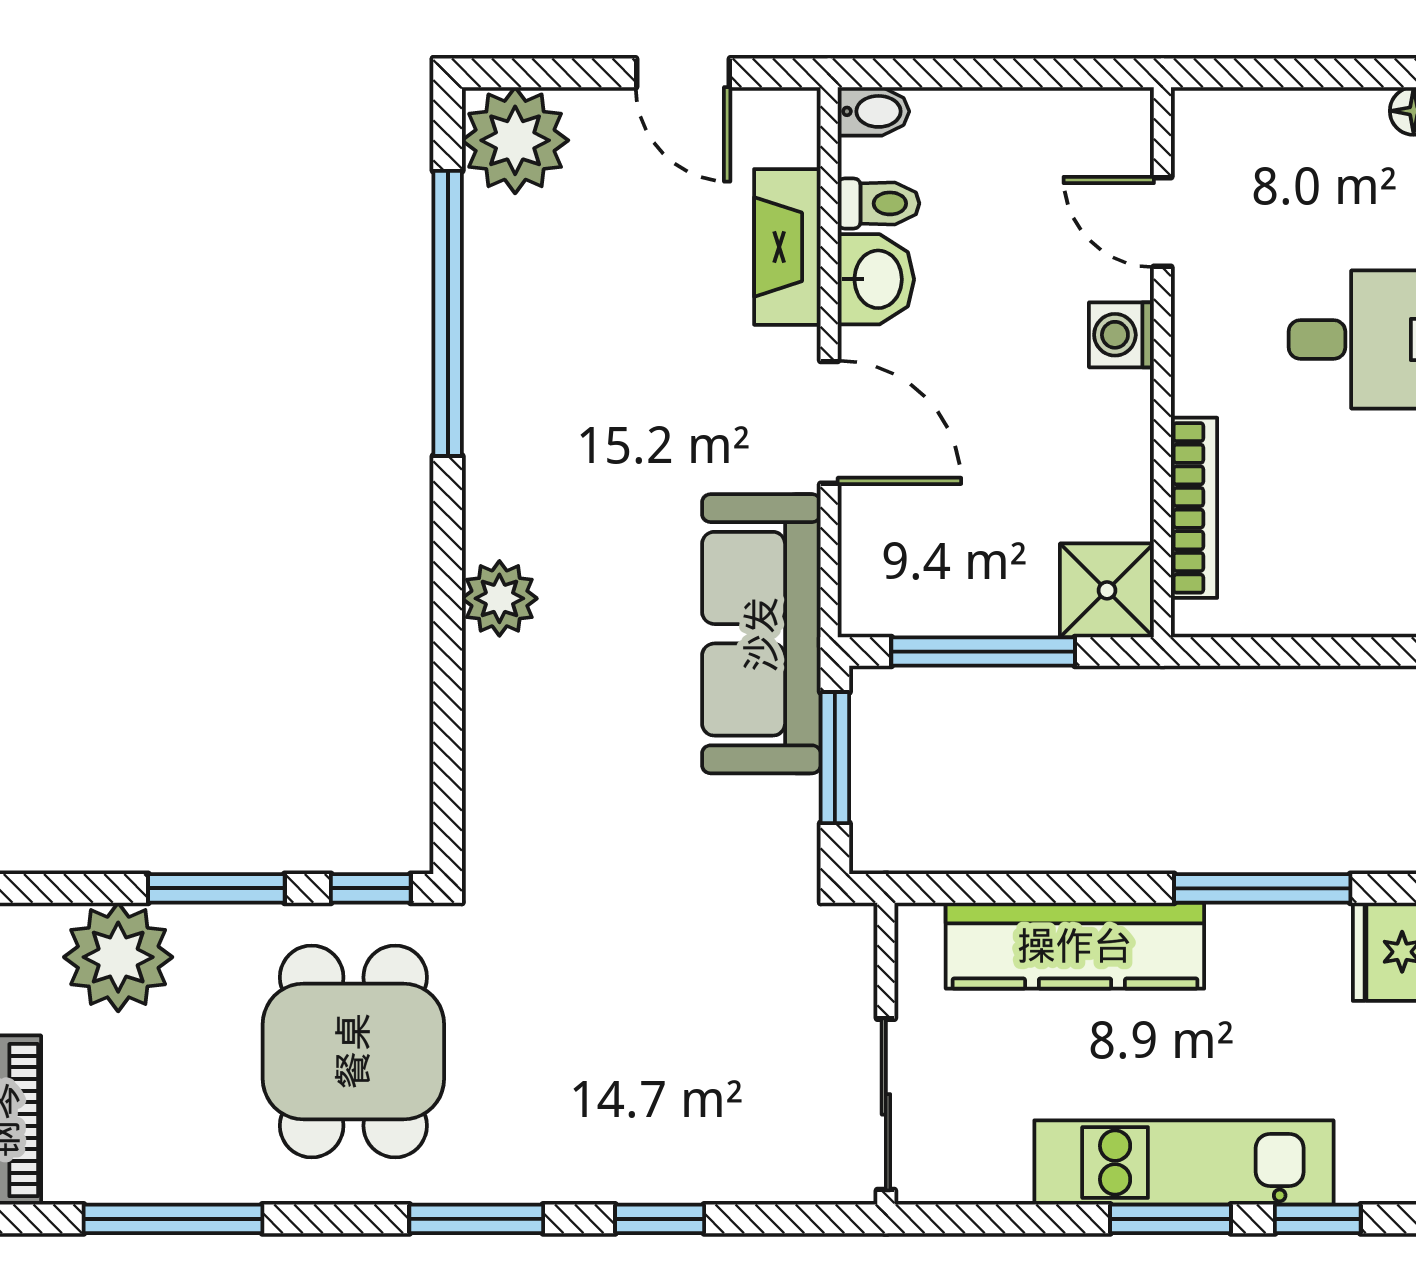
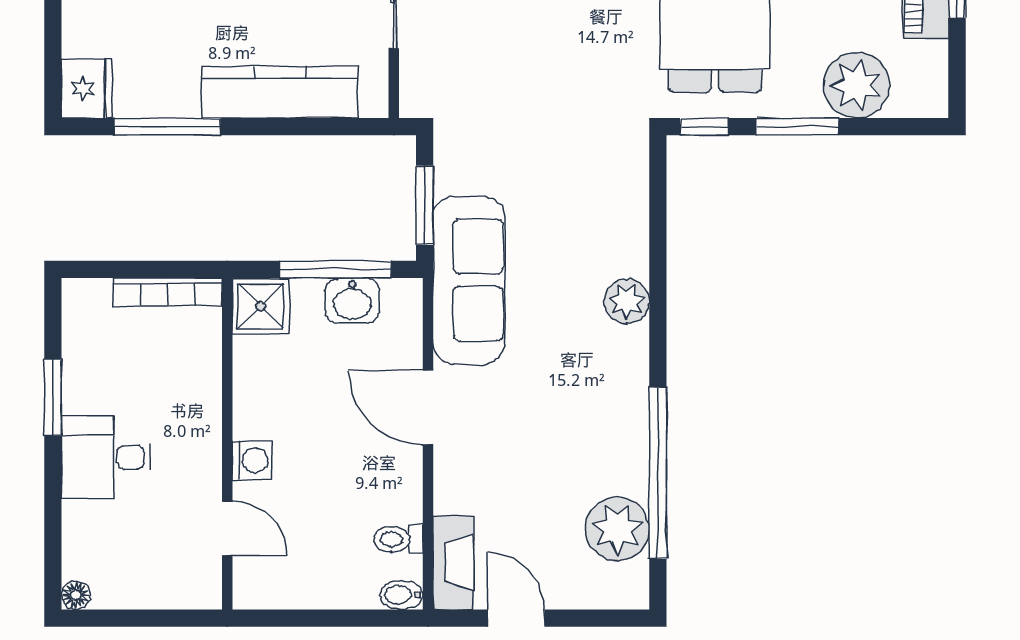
plant: (515, 140) -> (617, 529), moved
fireplace: (787, 247) -> (453, 563), moved
washbasin: (876, 279) -> (352, 301), moved, turned -90
bookcase: (1194, 508) -> (168, 292), moved, turned -90

